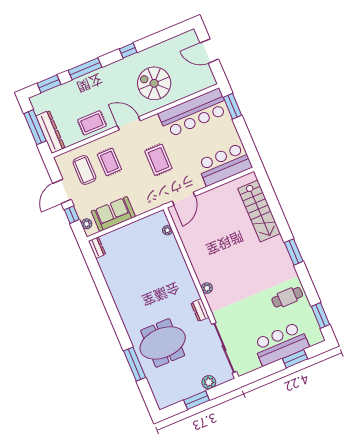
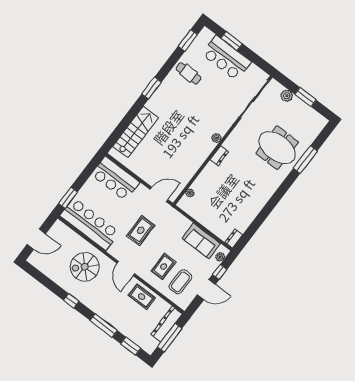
door: (209, 51) -> (36, 239), hinge flipped
spiral stairs: (154, 83) -> (85, 267), turned 90
dresser: (200, 310) -> (219, 156), moved

